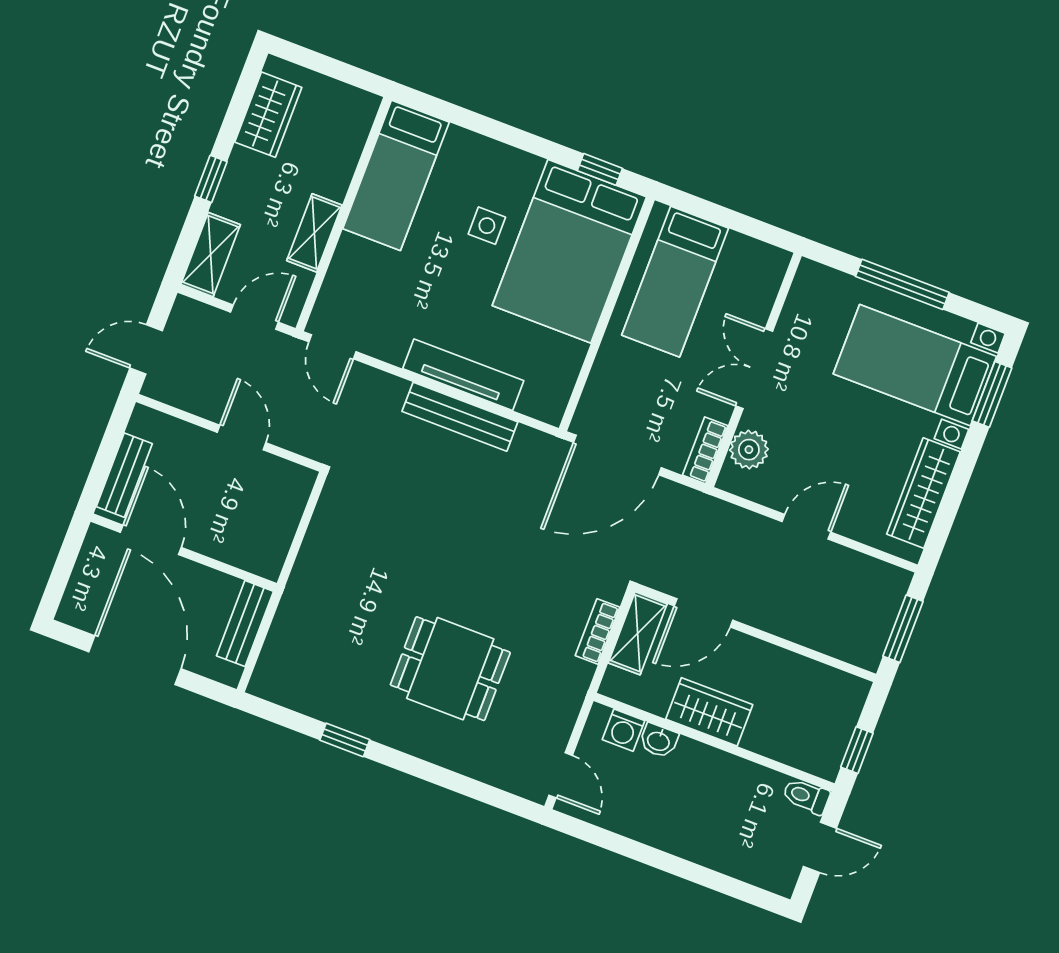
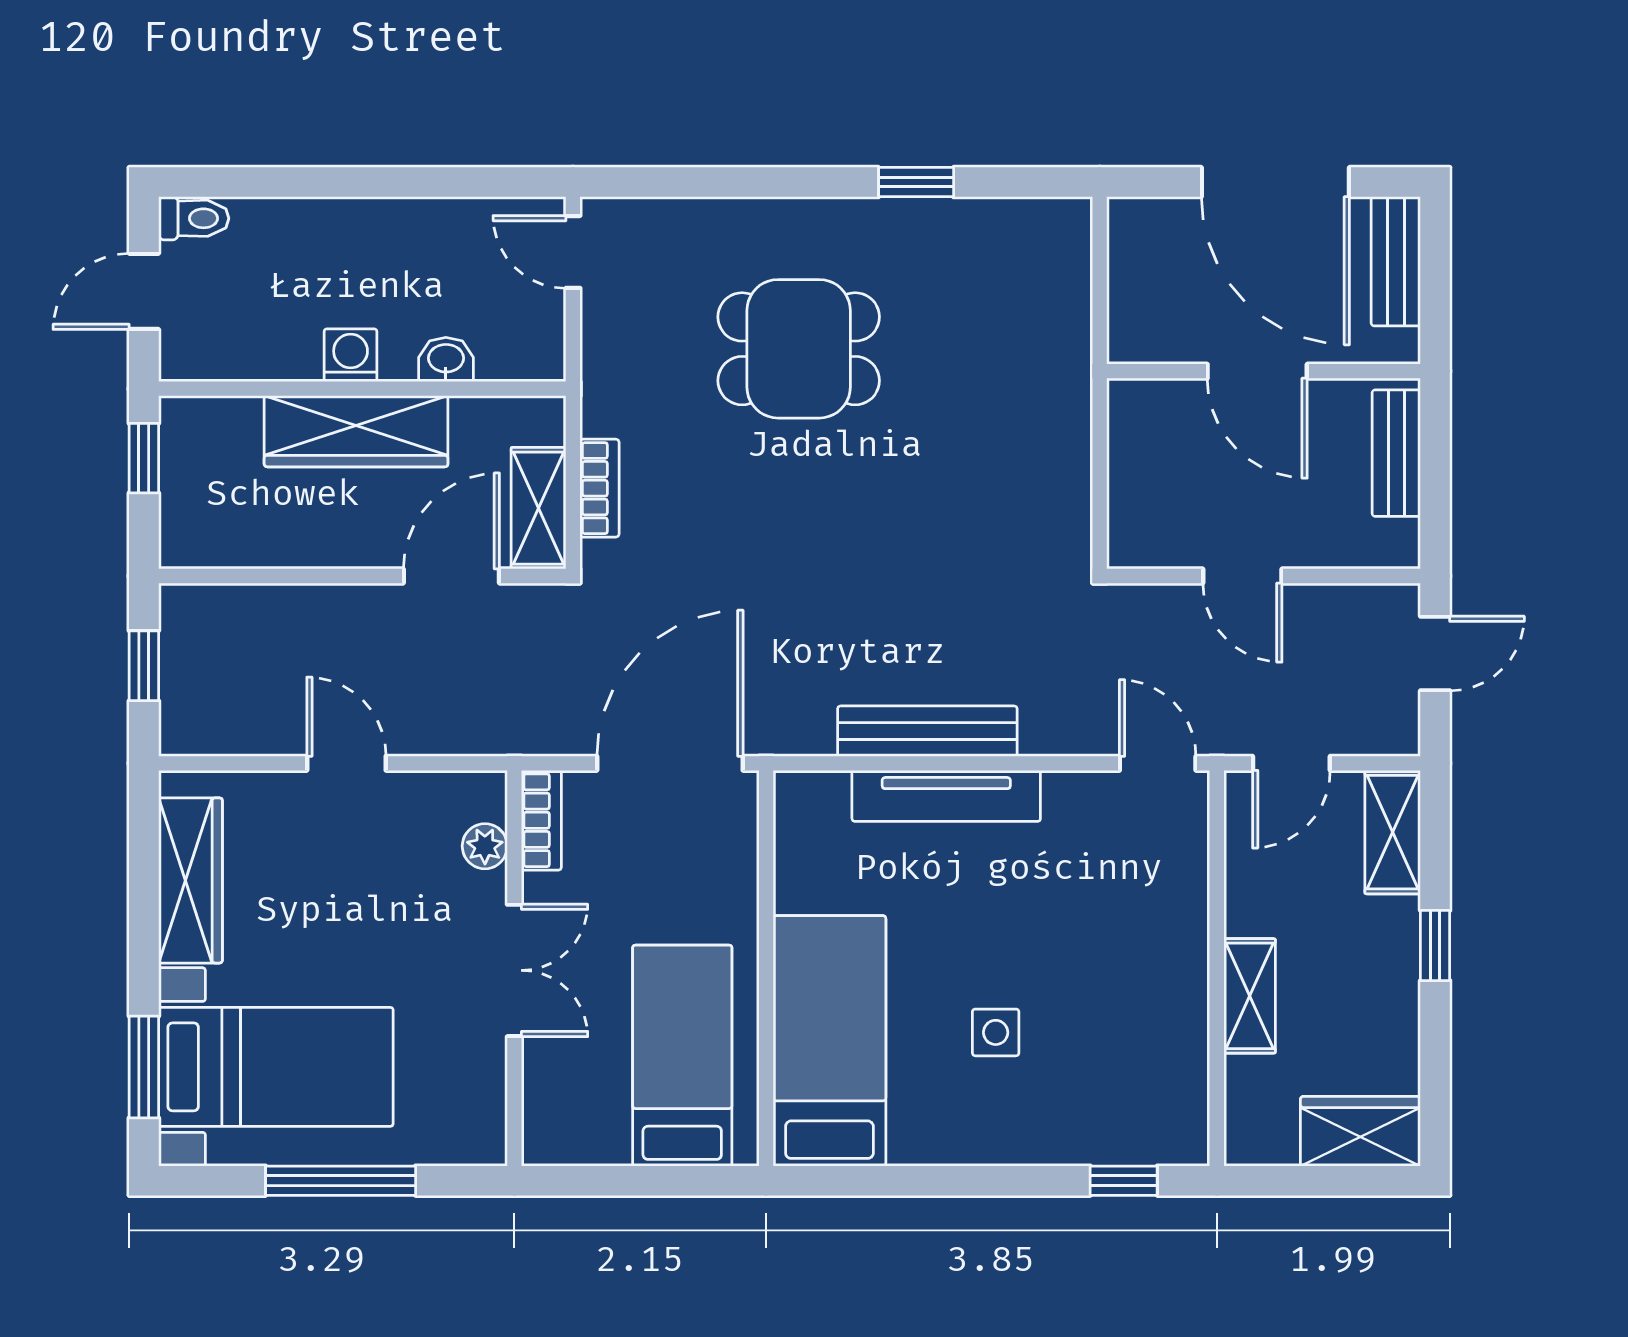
wardrobe: (268, 115) -> (1360, 1131), moved, turned 90
window: (600, 169) -> (1124, 1181), moved
bed: (396, 175) -> (1160, 1056), removed
shelving: (314, 233) -> (1250, 996), moved
bed: (569, 251) -> (829, 1041), width x0.67
plant: (749, 450) -> (485, 846), width x0.73, depth x0.73
door: (806, 527) -> (346, 763), swing flipped
door: (151, 540) -> (1257, 371), moved
bench: (245, 624) -> (1396, 261), moved
window: (903, 629) -> (144, 666), width x0.67
wardrobe: (709, 712) -> (356, 431), width x1.50
washing machine: (624, 730) -> (351, 355), moved
toilet: (806, 796) -> (194, 218), moved

